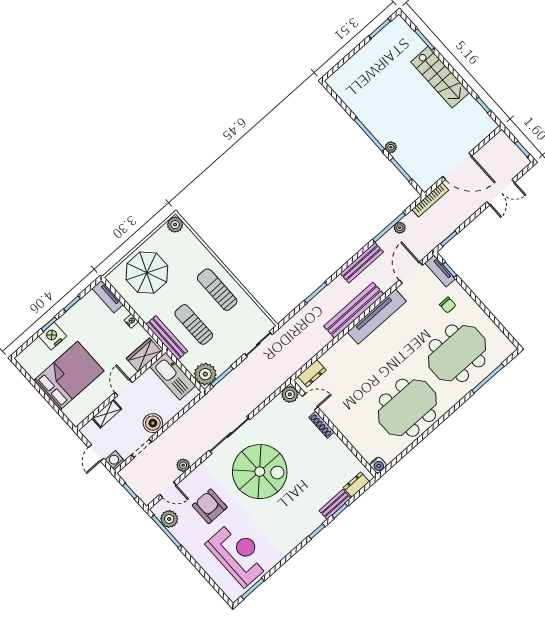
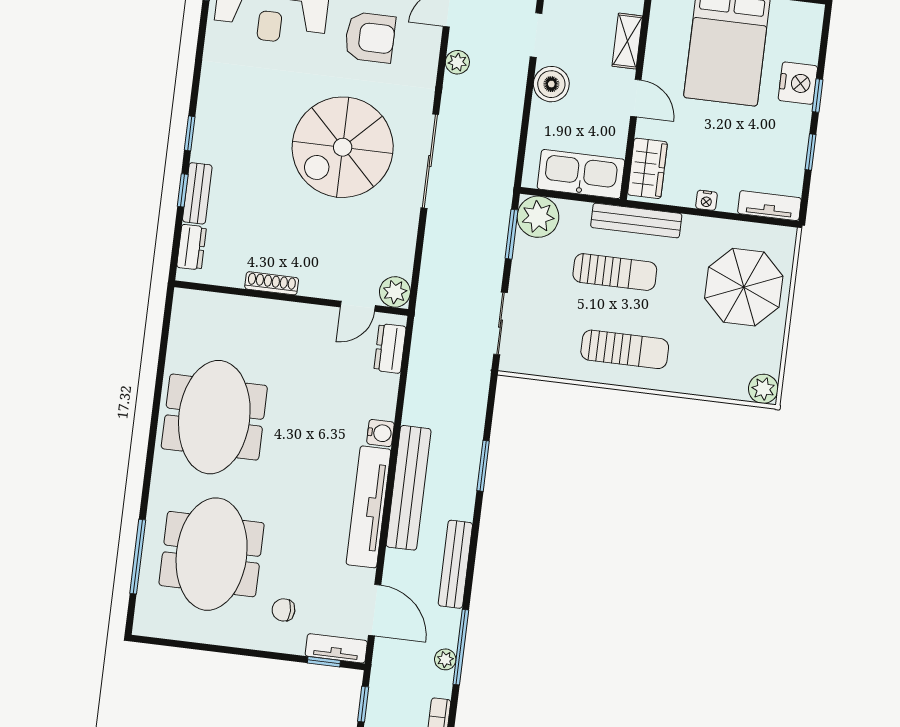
shoe rack: (322, 425) -> (272, 283), moved
water cooler: (378, 465) -> (380, 433), moved, turned 180

